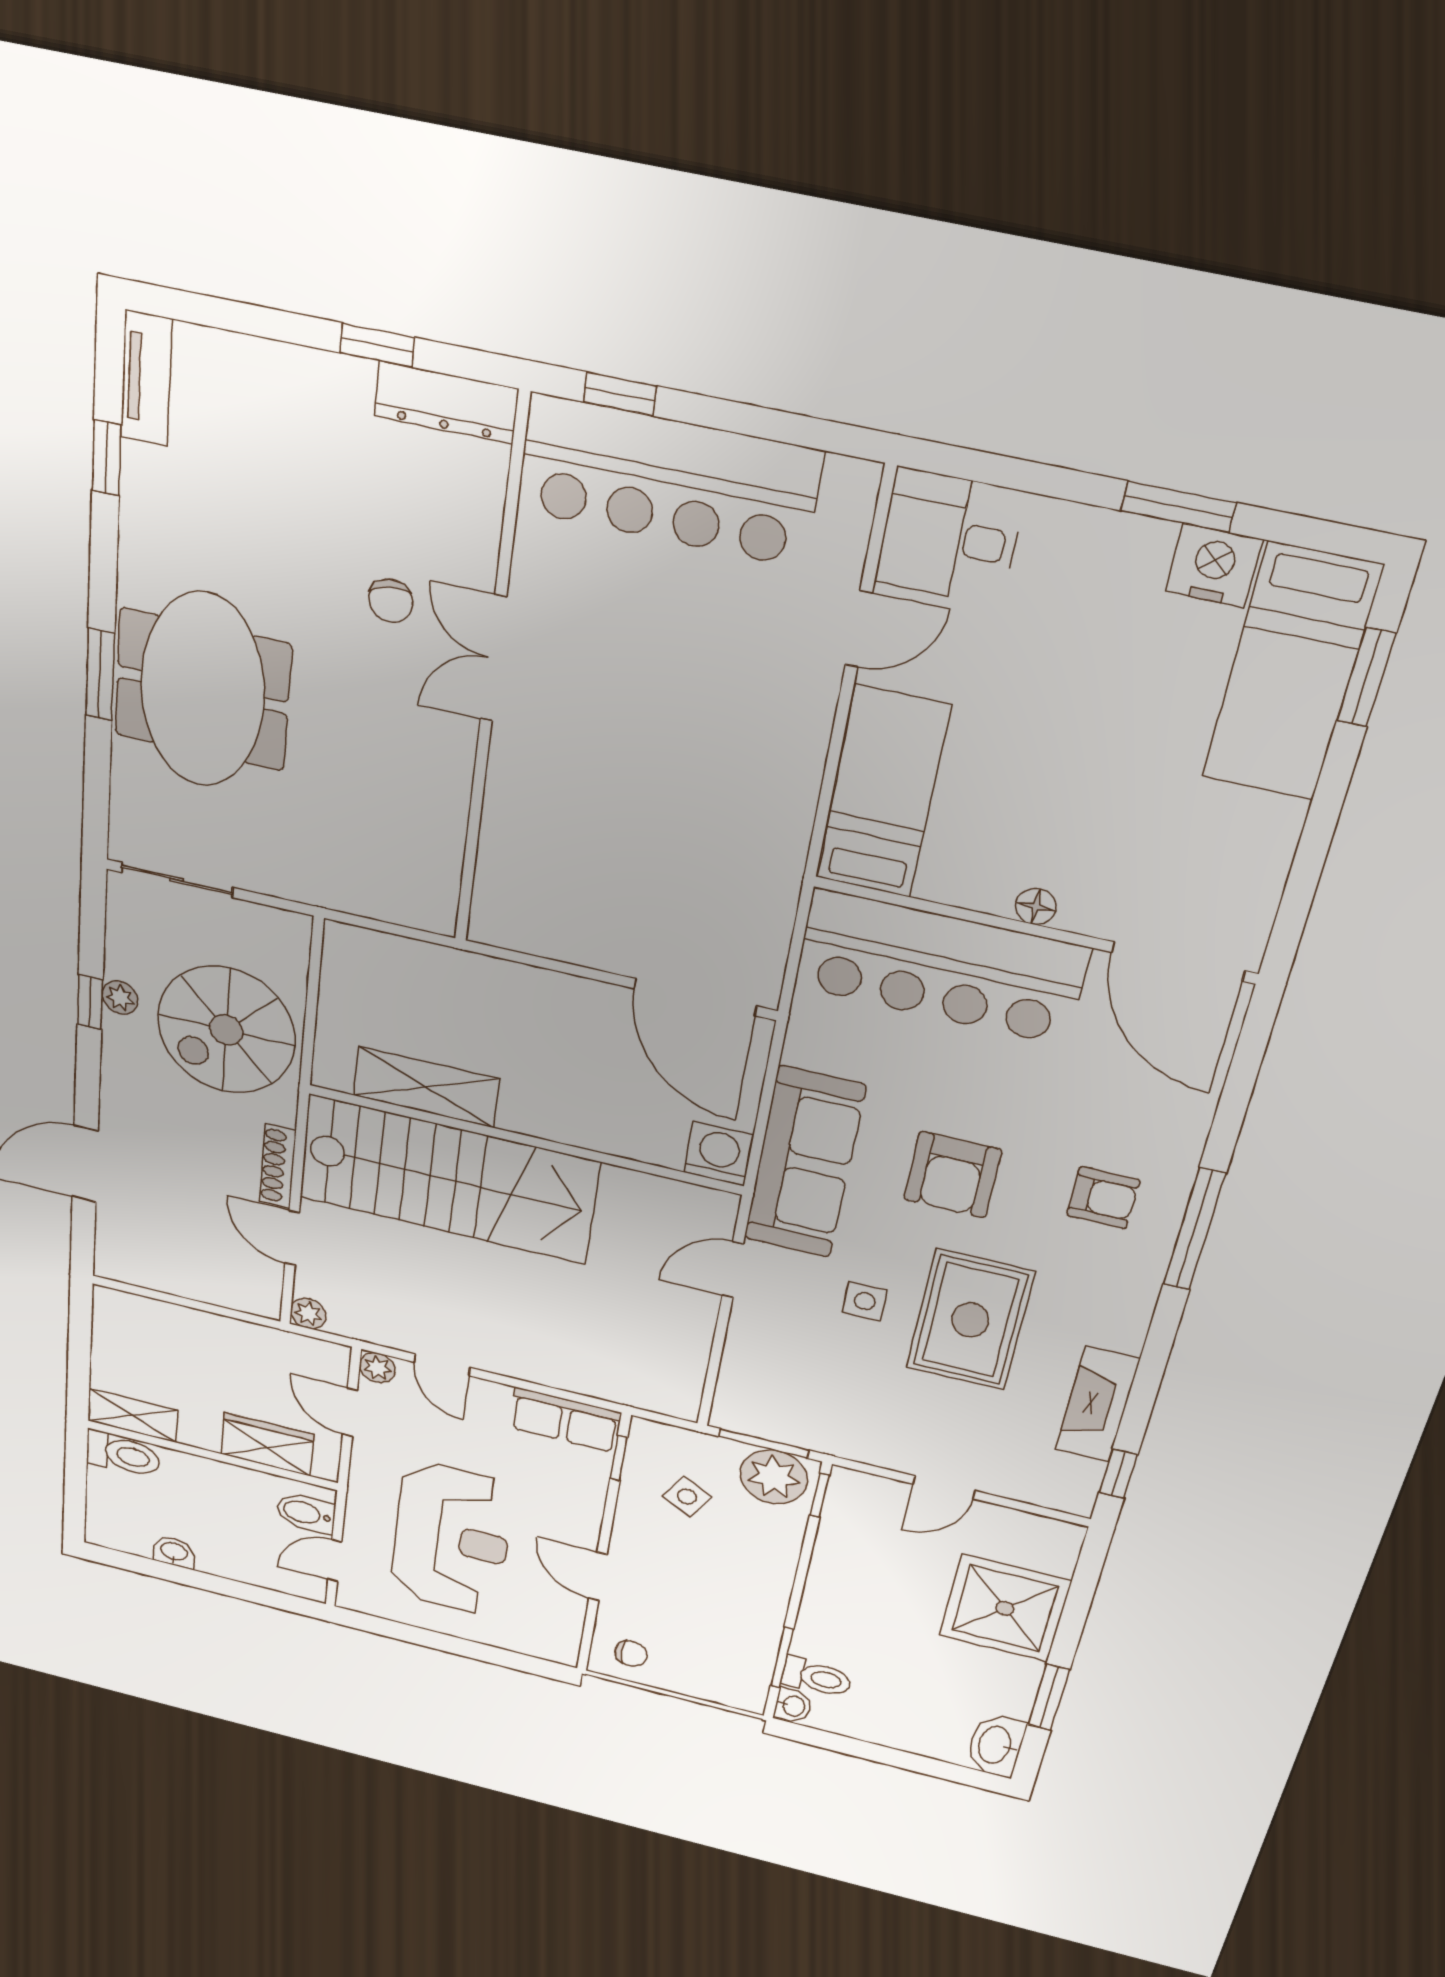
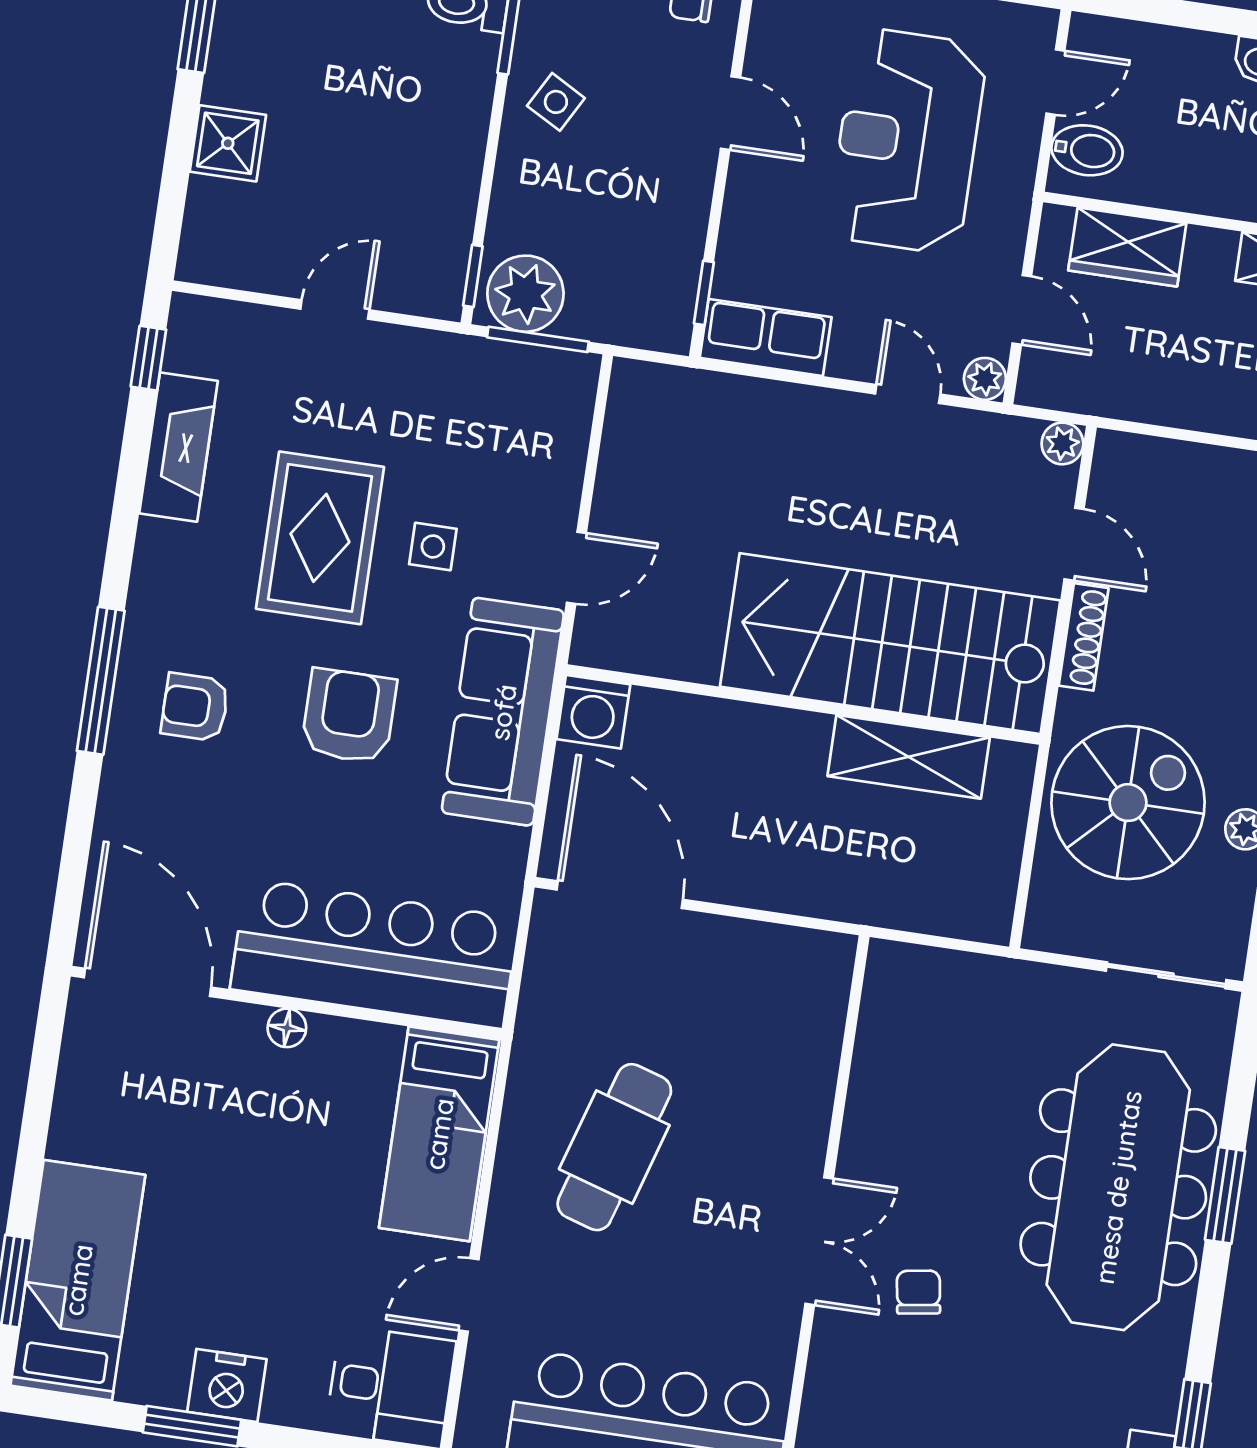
nightstand: (1214, 566) -> (227, 1385), moved
meeting table: (202, 690) -> (1118, 1187), width x1.36
cafe table: (703, 766) -> (614, 1147), added
side table: (687, 1497) -> (556, 102), moved
shower: (1005, 1608) -> (228, 143), width x0.54, depth x0.54

